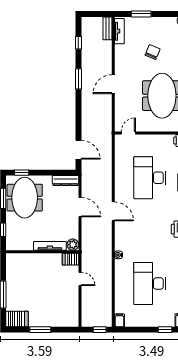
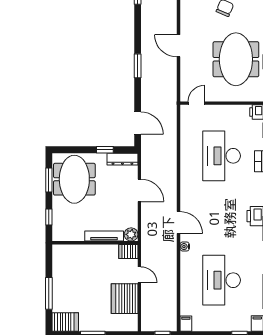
window: (78, 79) -> (138, 66), moved
door: (113, 84) -> (179, 46), hinge flipped
window: (22, 173) -> (105, 150), moved
door: (113, 211) -> (179, 223), moved
server rack: (67, 299) -> (125, 299), added

